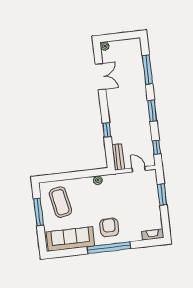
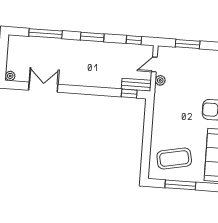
window: (107, 130) -> (129, 93), moved
plant: (98, 180) -> (160, 80), moved

